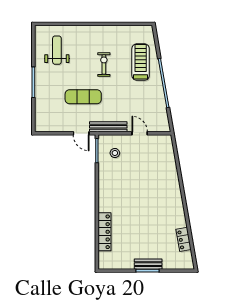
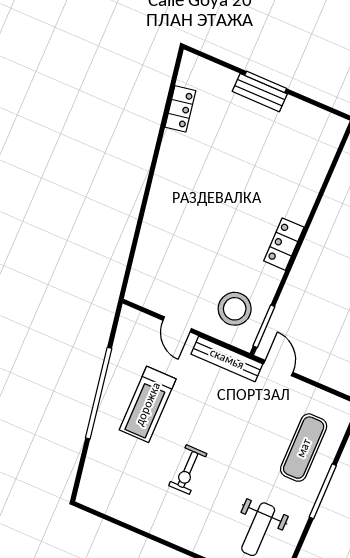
treadmill: (141, 62) -> (148, 404), moved
exercise mat: (83, 97) -> (304, 448), moved, turned 90
stool: (115, 153) -> (235, 309), width x1.89, depth x1.89
locker: (104, 232) -> (284, 244), moved, width x0.66

